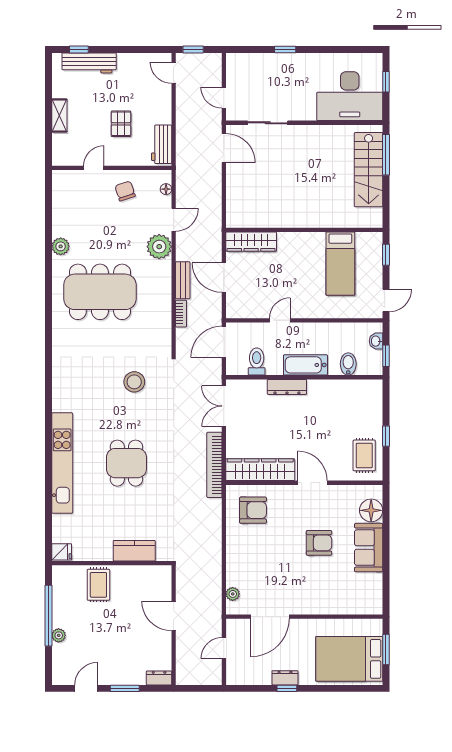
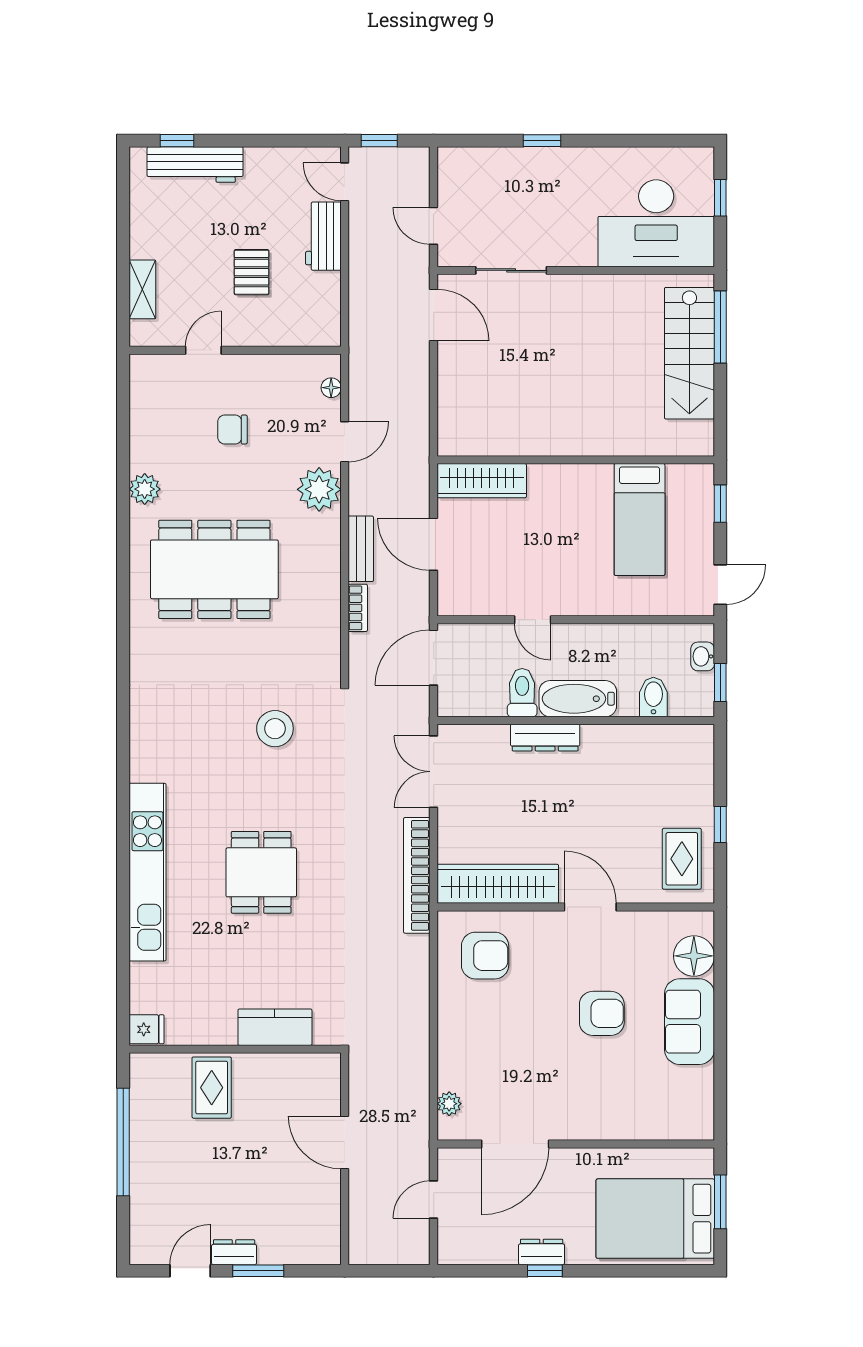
shelving: (59, 115) -> (142, 289), moved
workbench: (162, 144) -> (323, 236), moved
chair: (125, 191) -> (232, 430), moved, turned -72
door: (280, 320) -> (533, 620), swing flipped
toilet: (257, 362) -> (522, 693), moved
plant: (59, 635) -> (141, 1177), removed
dresser: (159, 678) -> (234, 1252), moved

